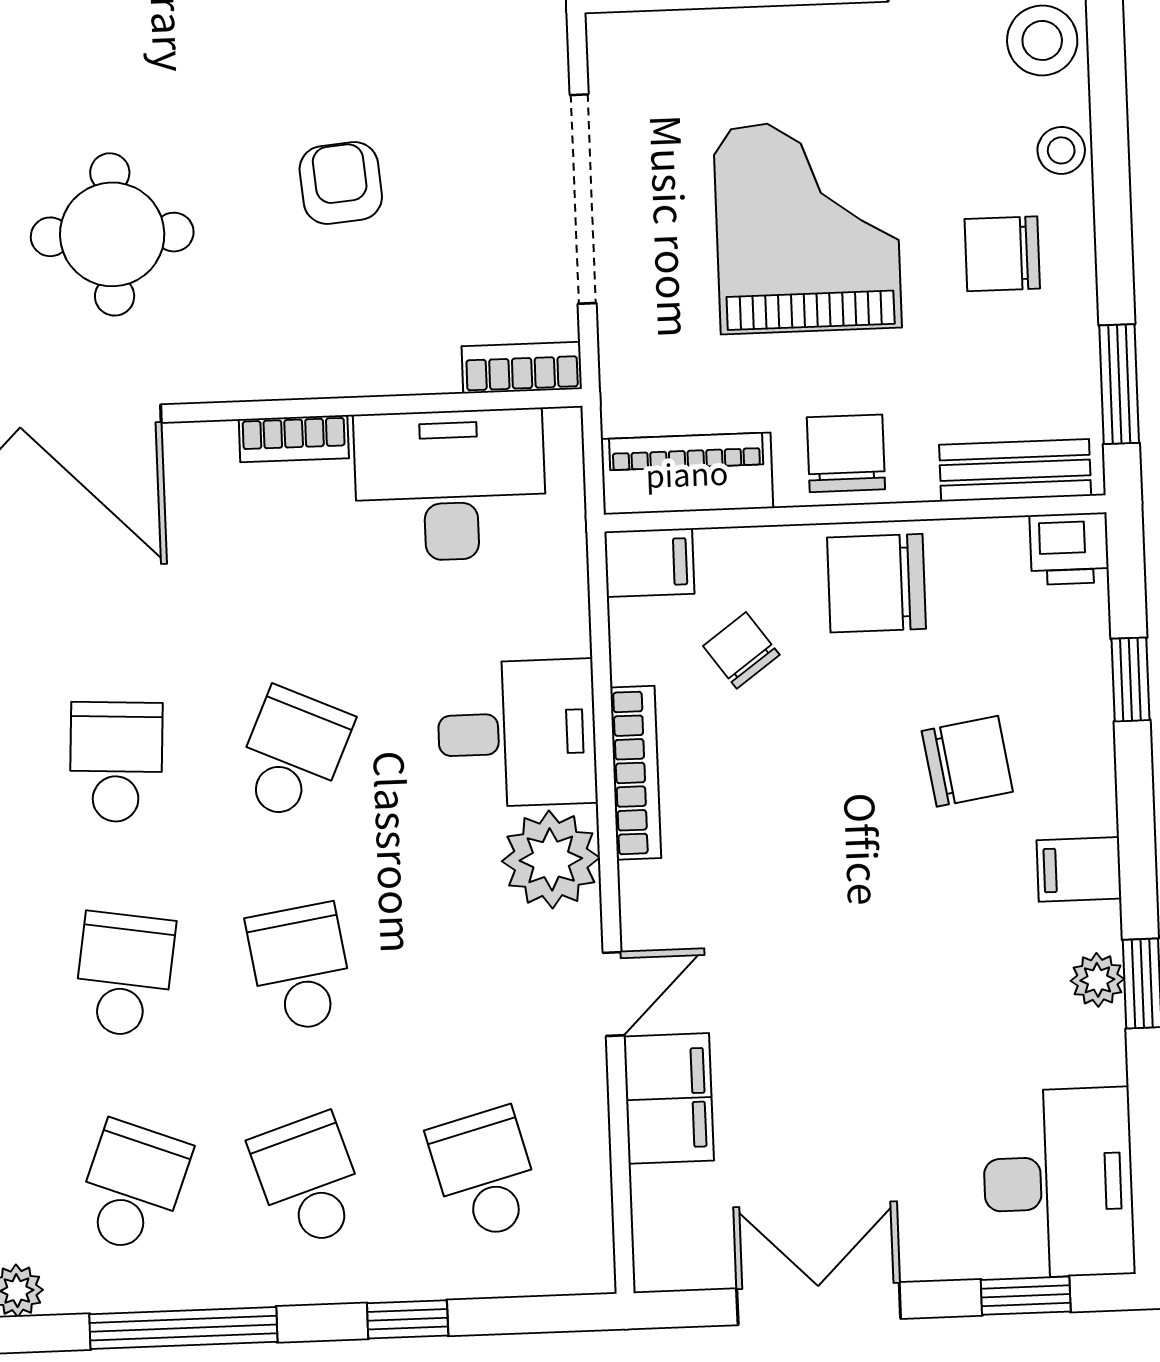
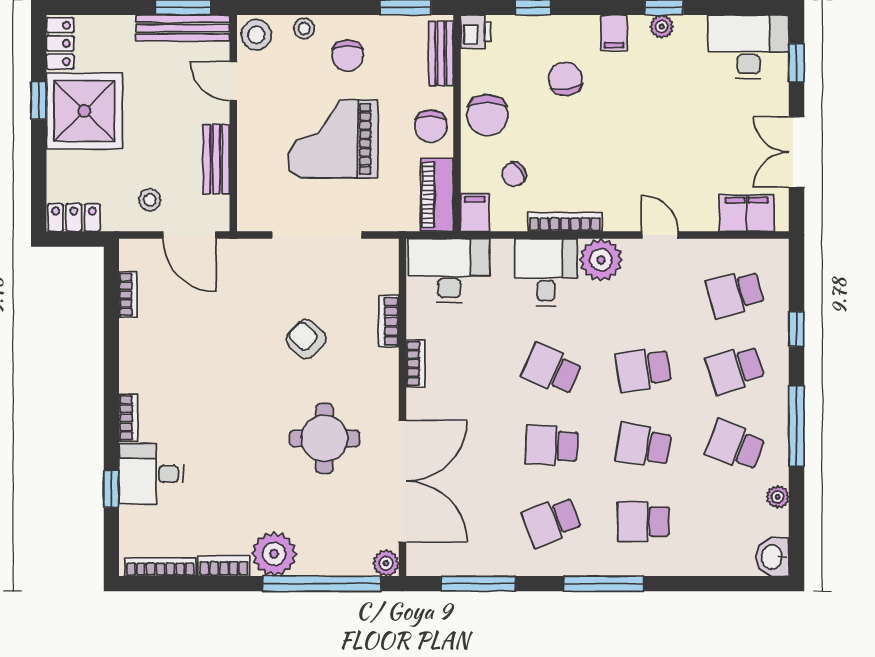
armchair: (341, 183) -> (306, 339), turned 48
bookcase: (522, 368) -> (389, 321), moved
chair: (846, 453) -> (431, 126), turned -90
desk: (450, 485) -> (449, 271), moved, turned 90
filing cabinet: (669, 1098) -> (747, 213), moved

